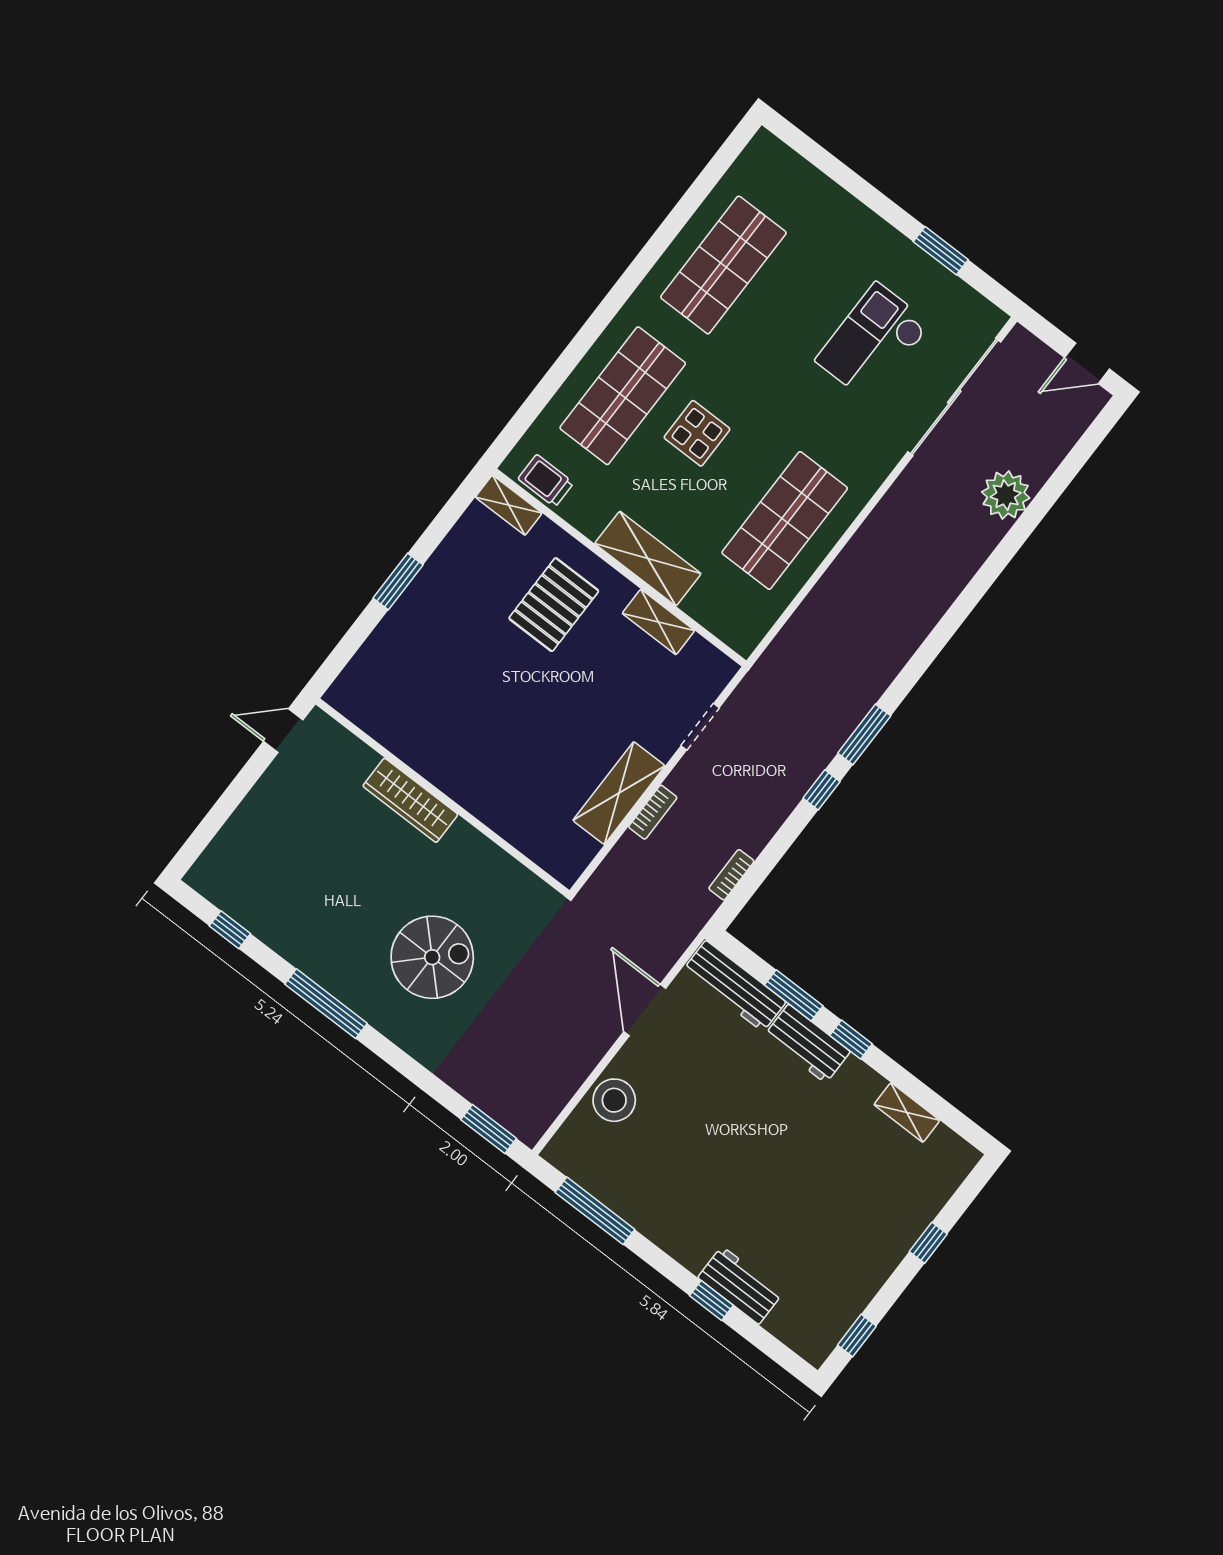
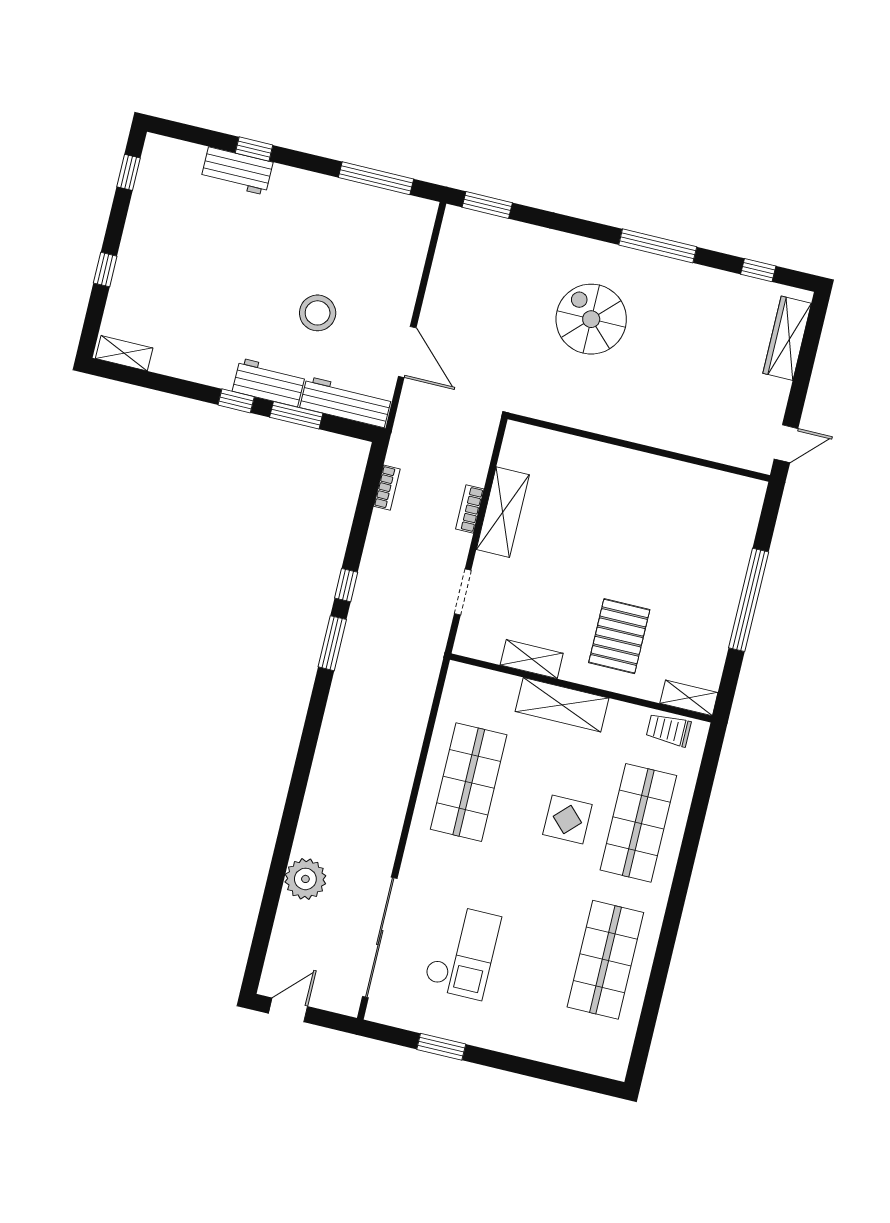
trolley: (546, 481) -> (669, 730), turned 180
window: (398, 582) -> (749, 600), width x2.11
wardrobe: (410, 800) -> (787, 338), moved, turned -90
spiral stairs: (432, 957) -> (591, 319), turned 90
stool: (614, 1100) -> (318, 313), moved
shelving: (907, 1113) -> (124, 353), moved

